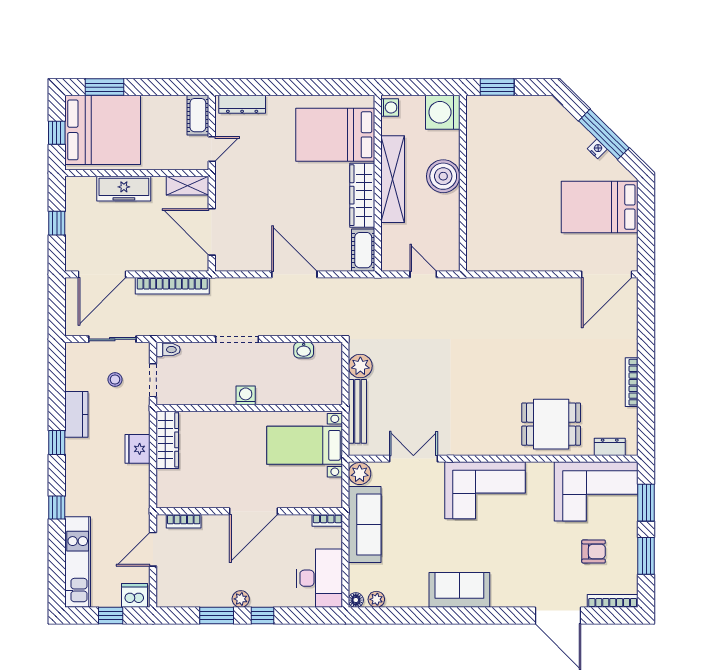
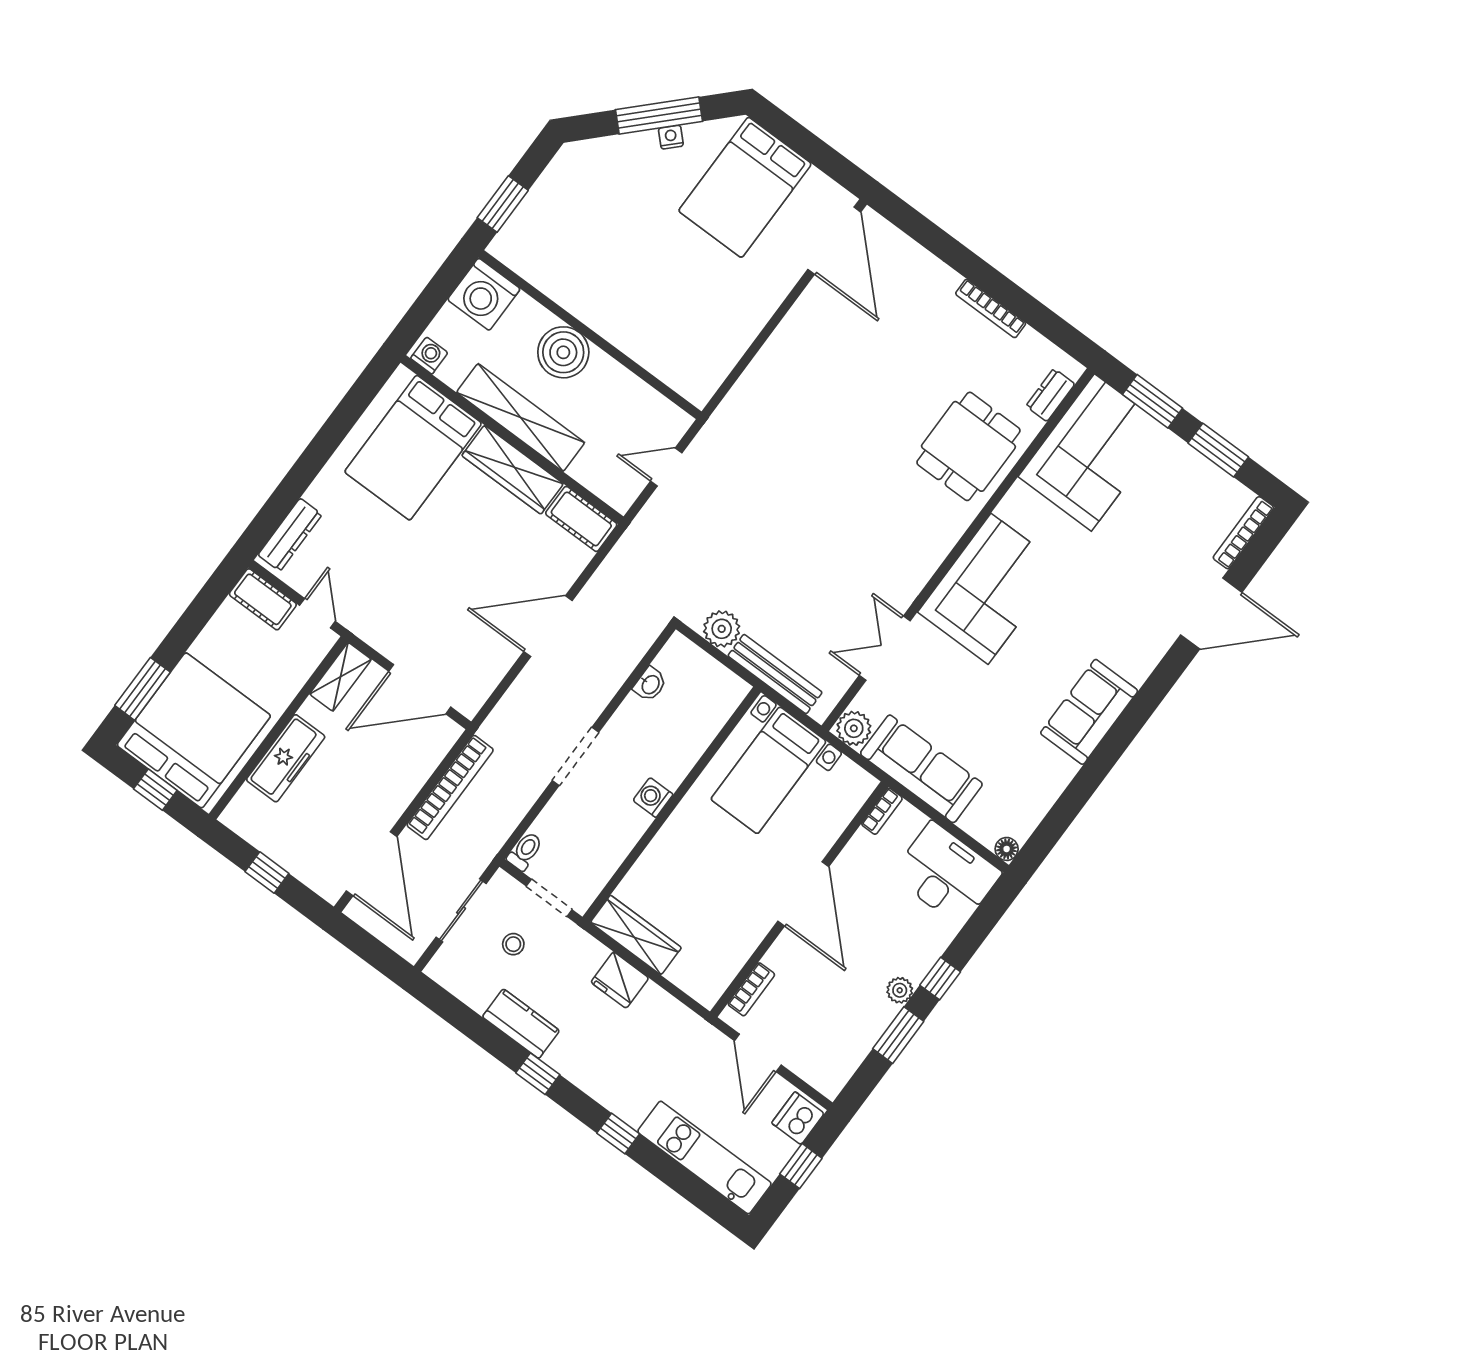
armchair: (594, 551) -> (1165, 511), removed
plant: (376, 599) -> (1024, 823), removed

